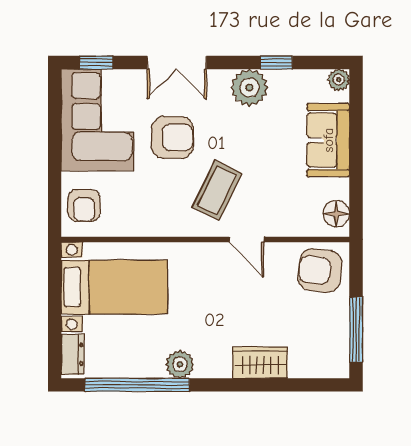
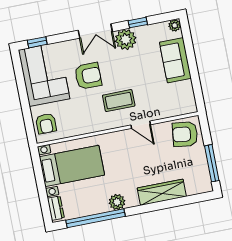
double door: (177, 62) -> (95, 31), moved
coffee table: (217, 190) -> (119, 101), turned 64
floor lamp: (336, 214) -> (188, 101), removed
wardrobe: (260, 363) -> (162, 192), width x1.50

